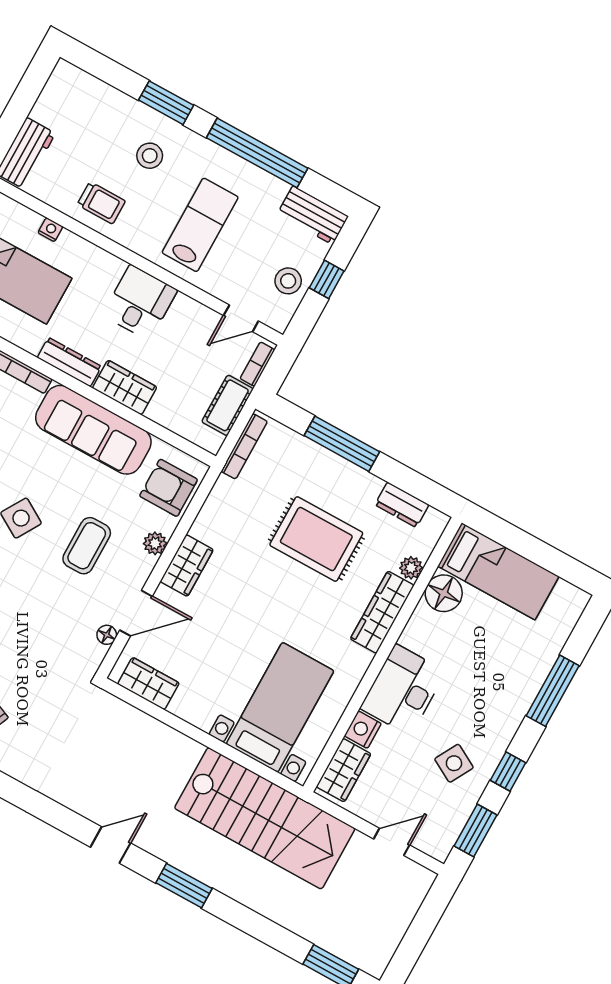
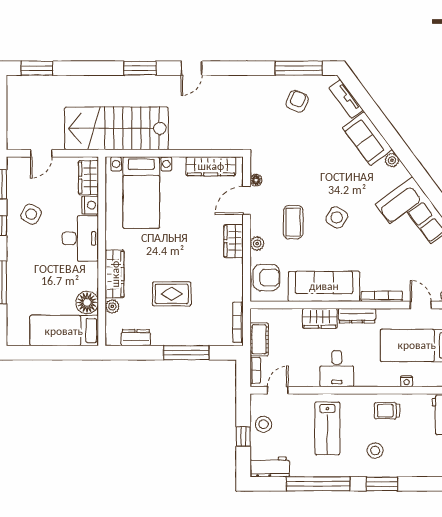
rug: (316, 539) -> (172, 294), width x0.73, depth x0.70
wardrobe: (148, 684) -> (211, 166), width x1.50

